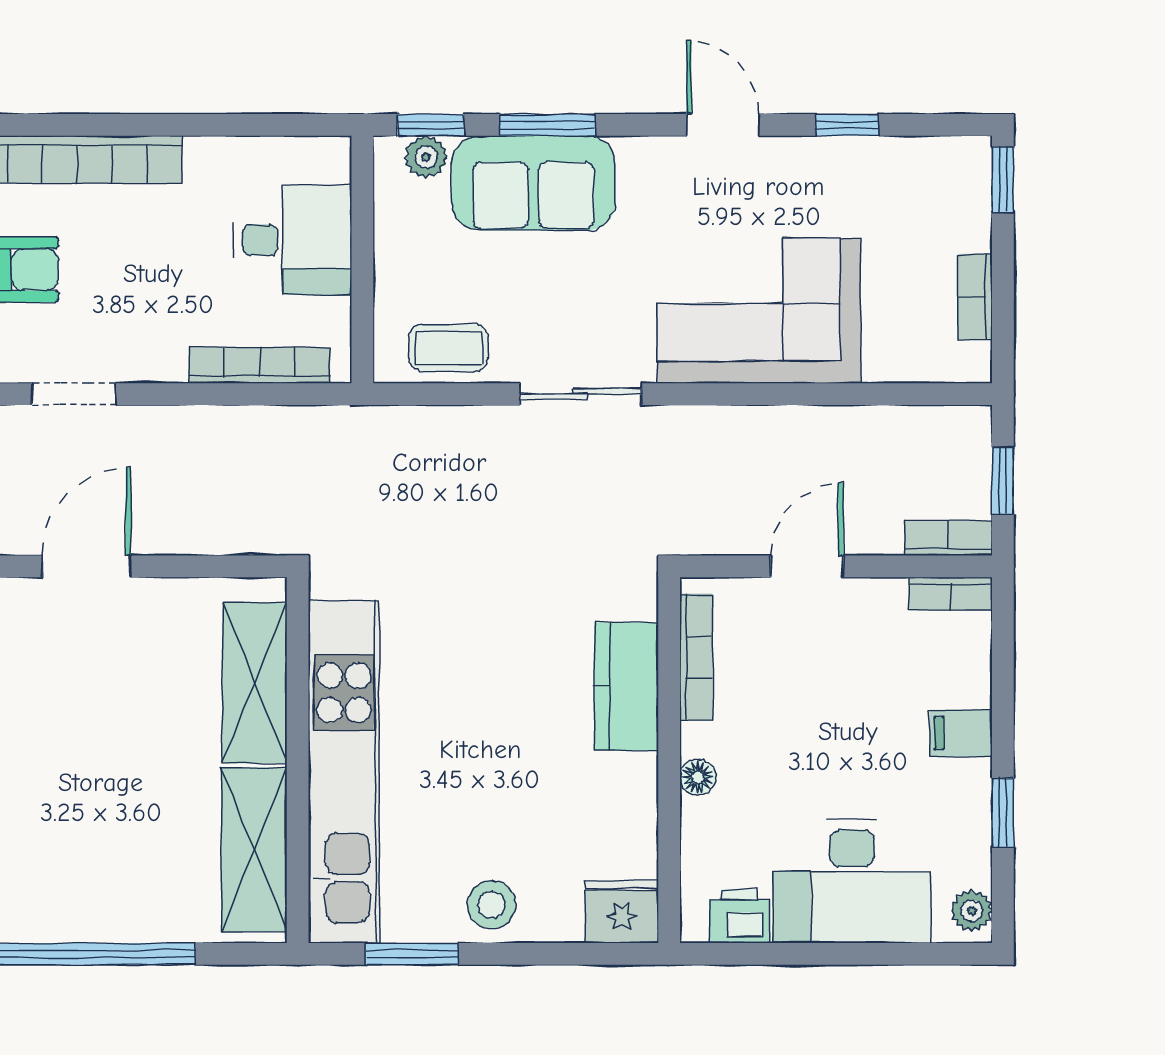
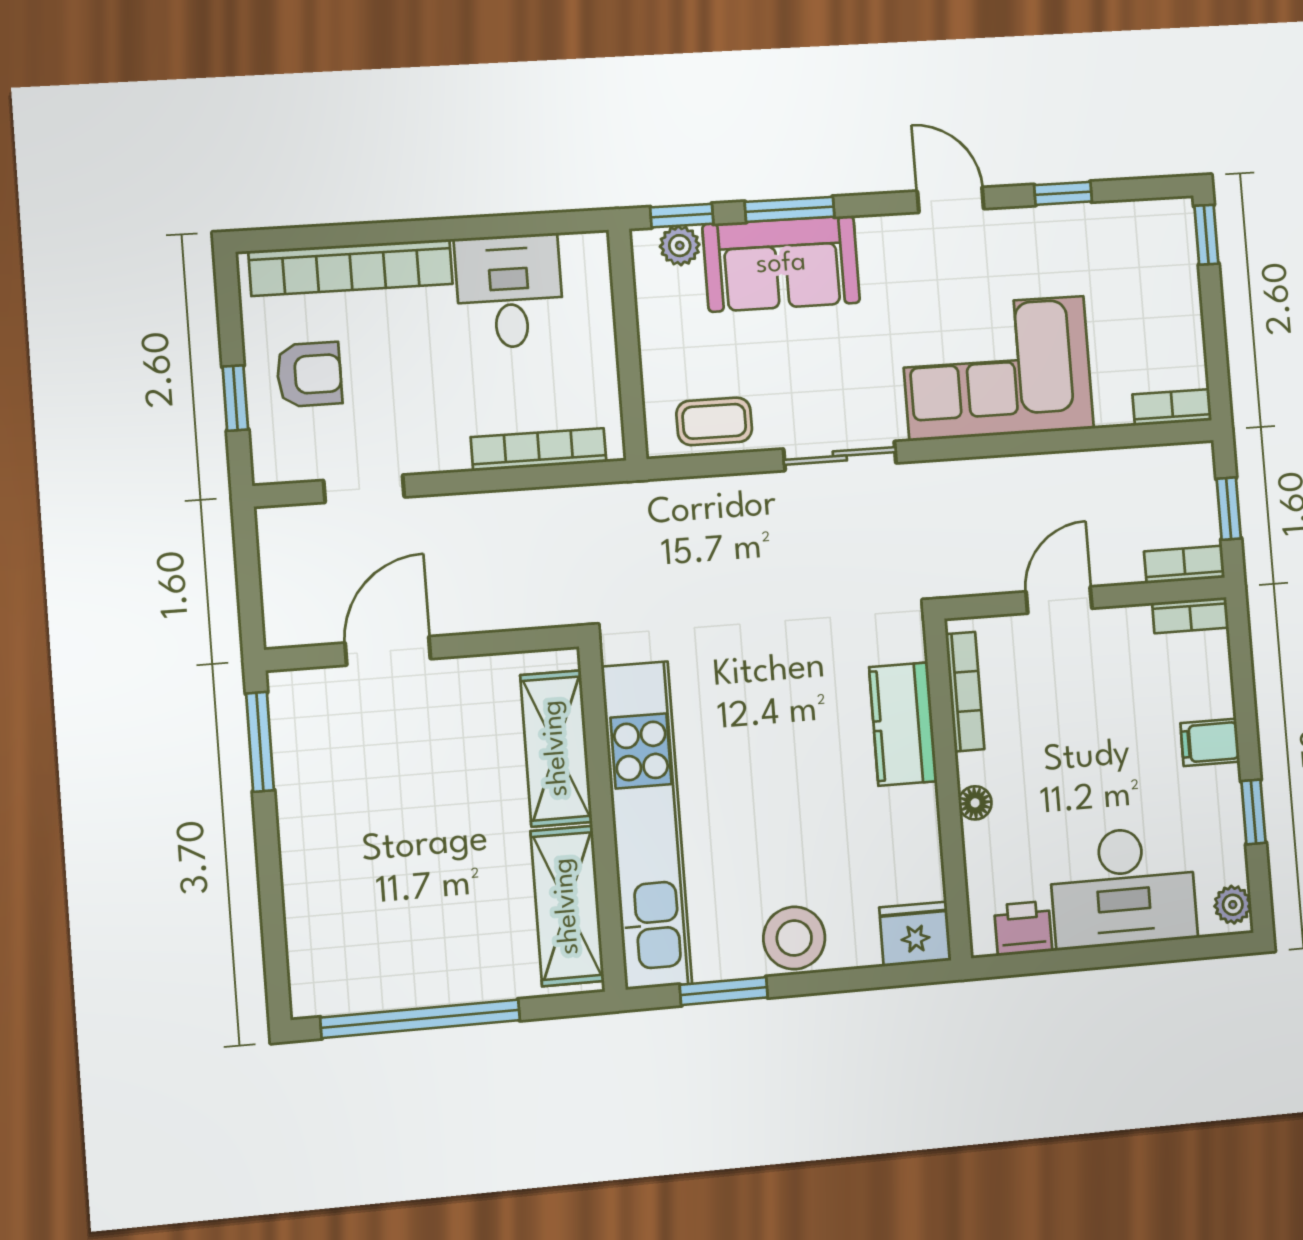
desk: (292, 240) -> (509, 291), moved, turned -90
bookcase: (975, 297) -> (1172, 407), moved, turned 90
stool: (492, 905) -> (794, 938), width x1.38, depth x1.38

